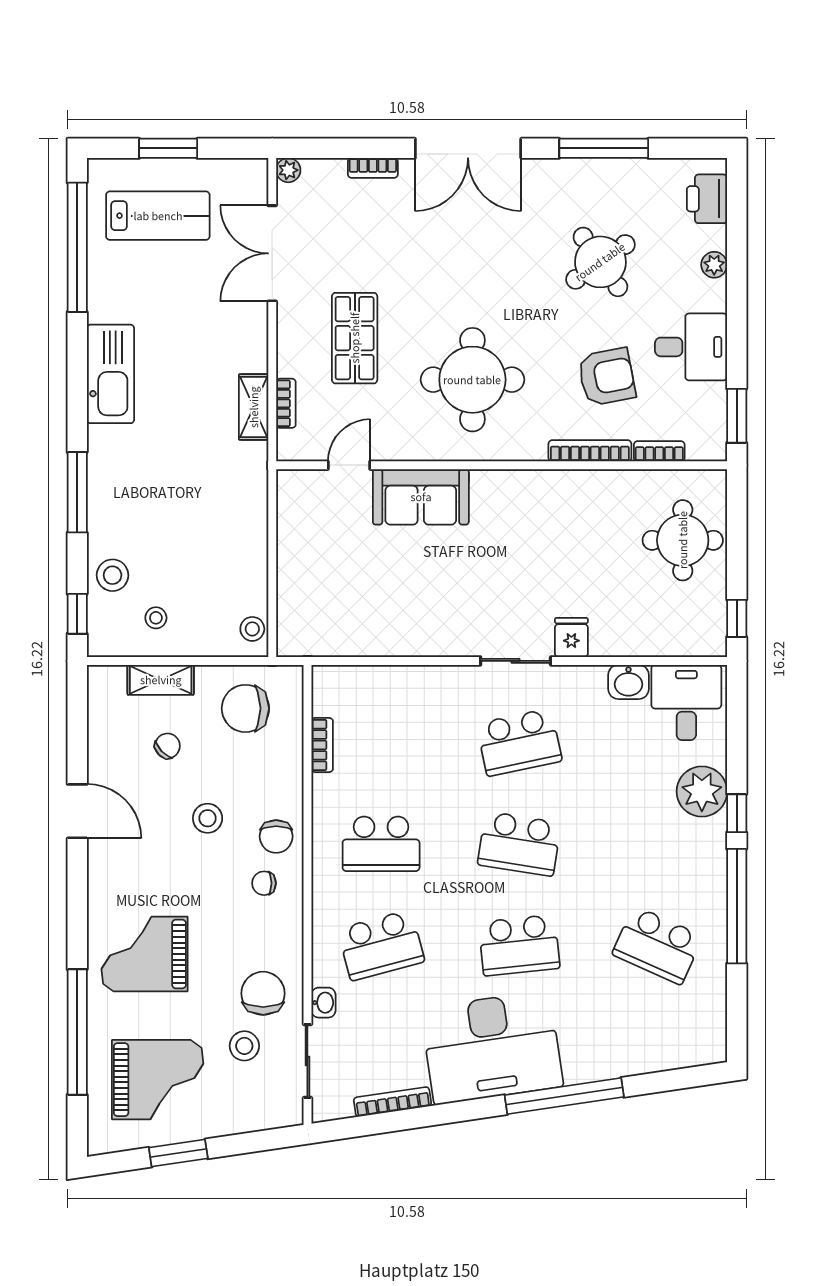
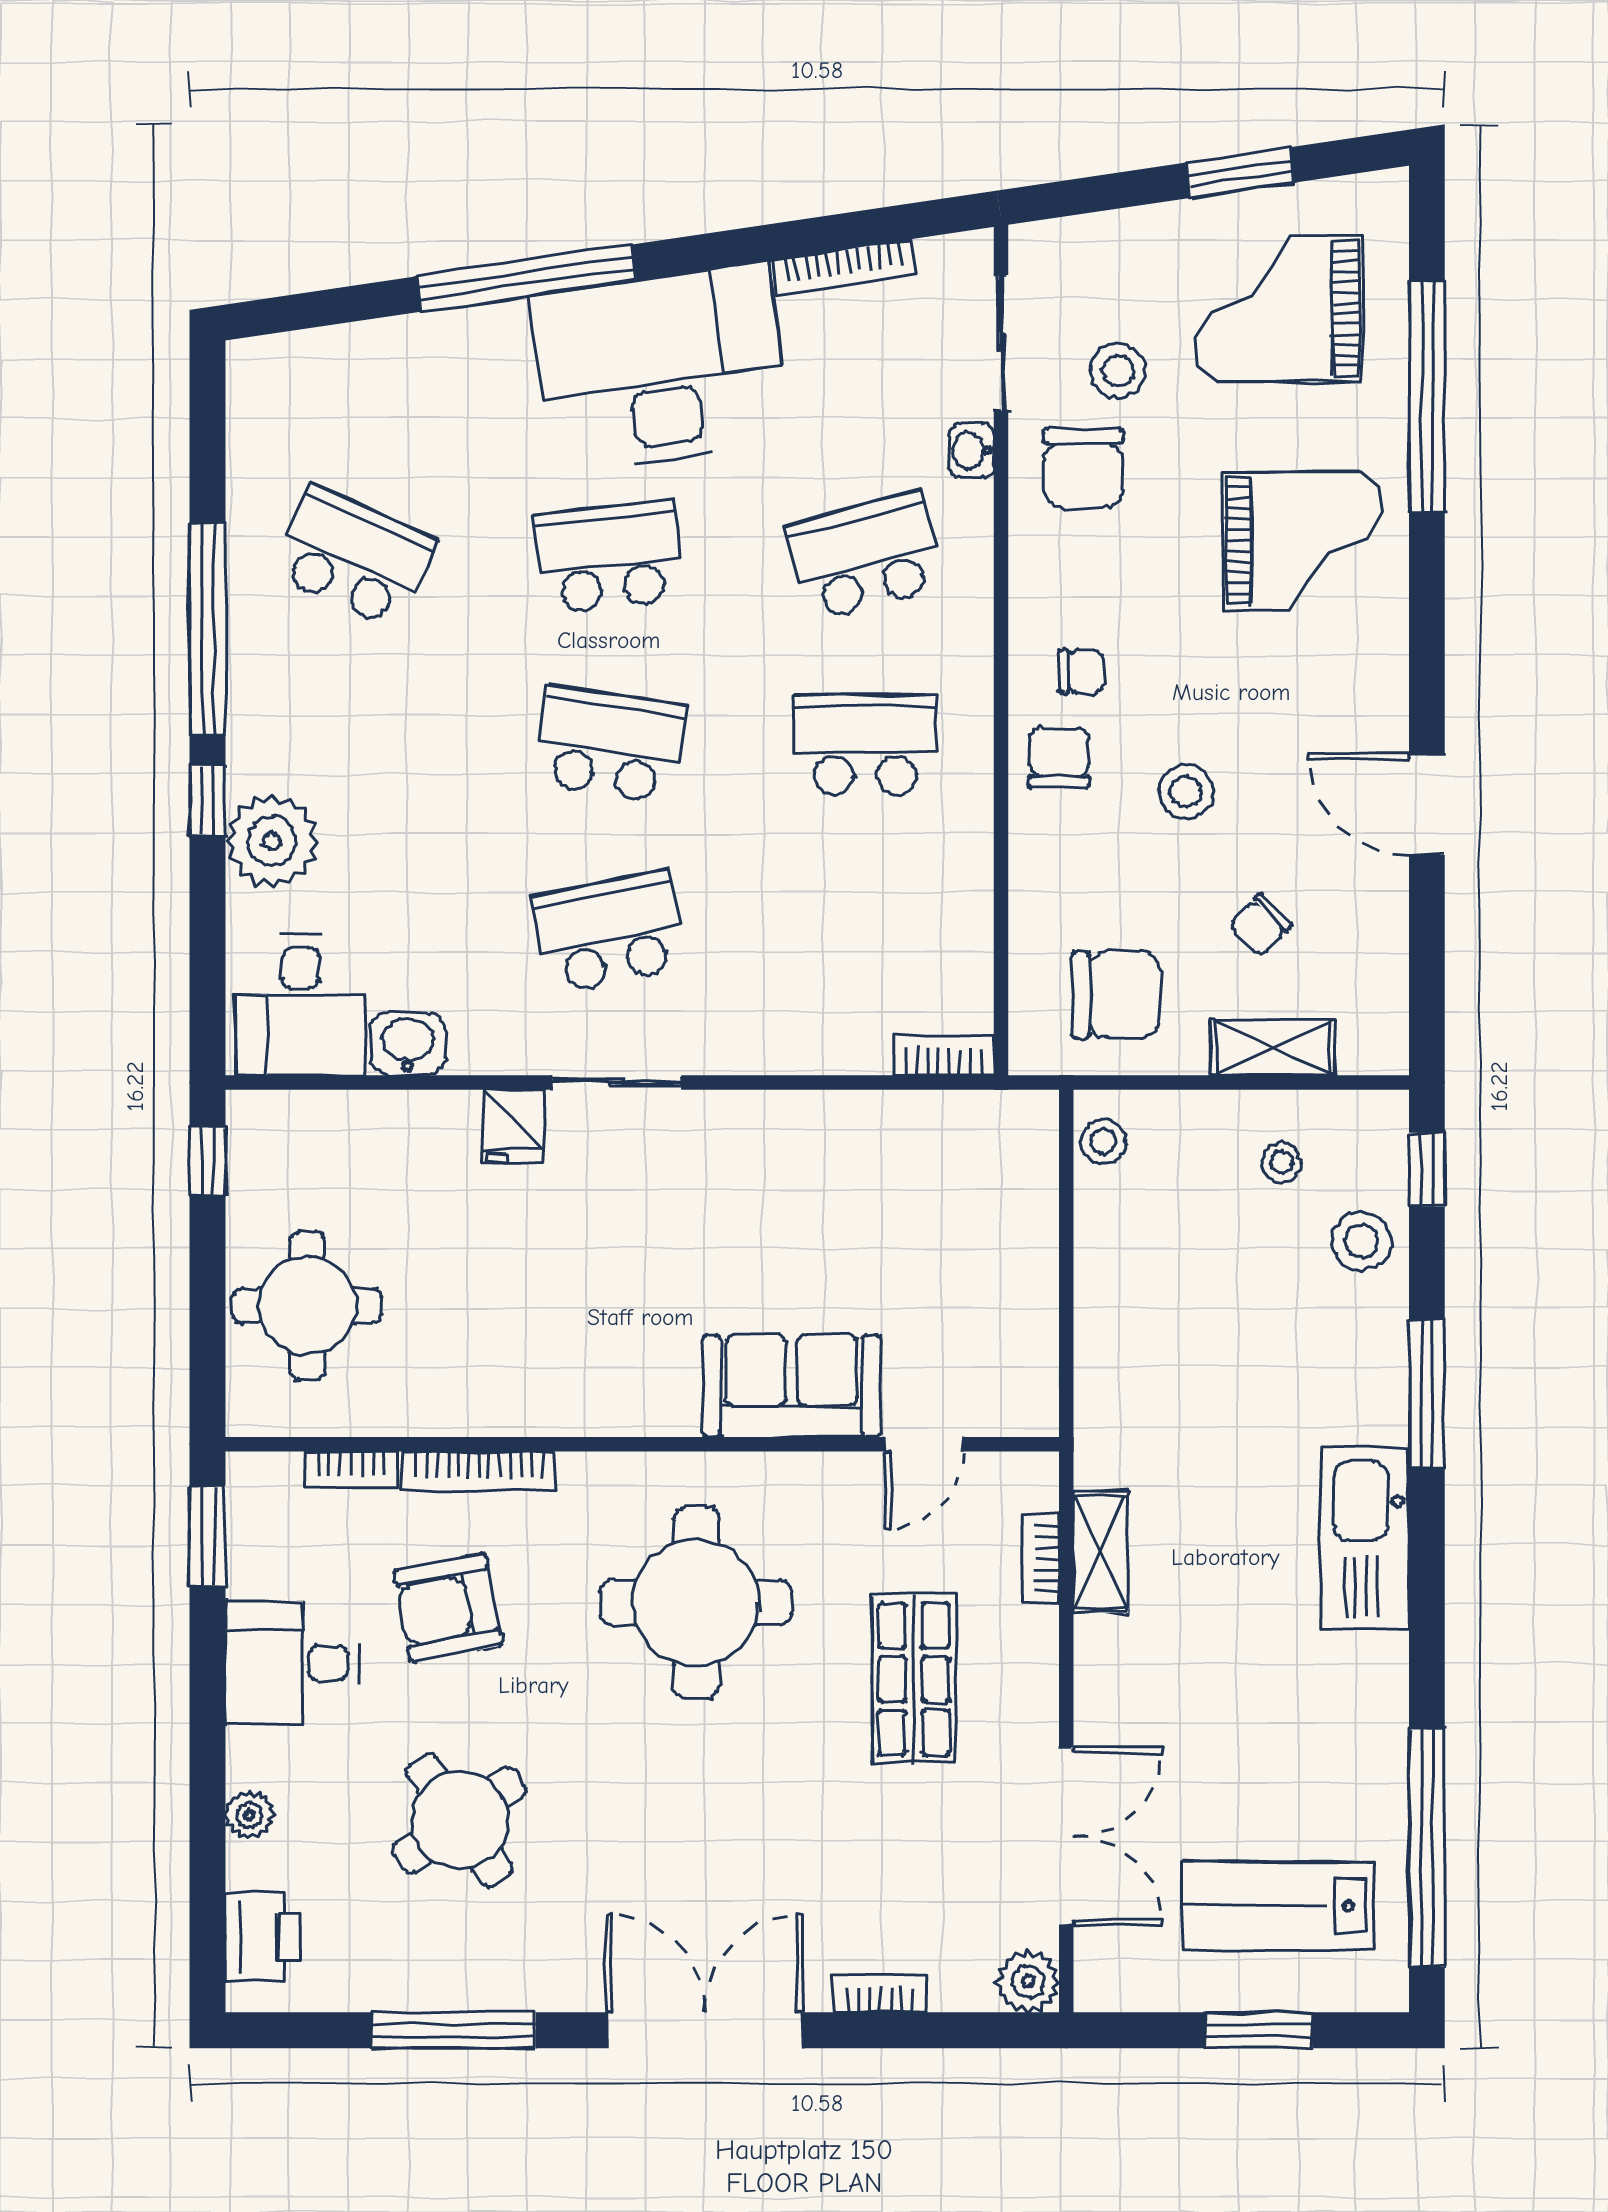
plant: (288, 170) -> (1028, 1981), width x1.38, depth x1.38
kitchen sink: (110, 374) -> (1365, 1538), moved
bookcase: (322, 745) -> (944, 1055), moved, turned 90

